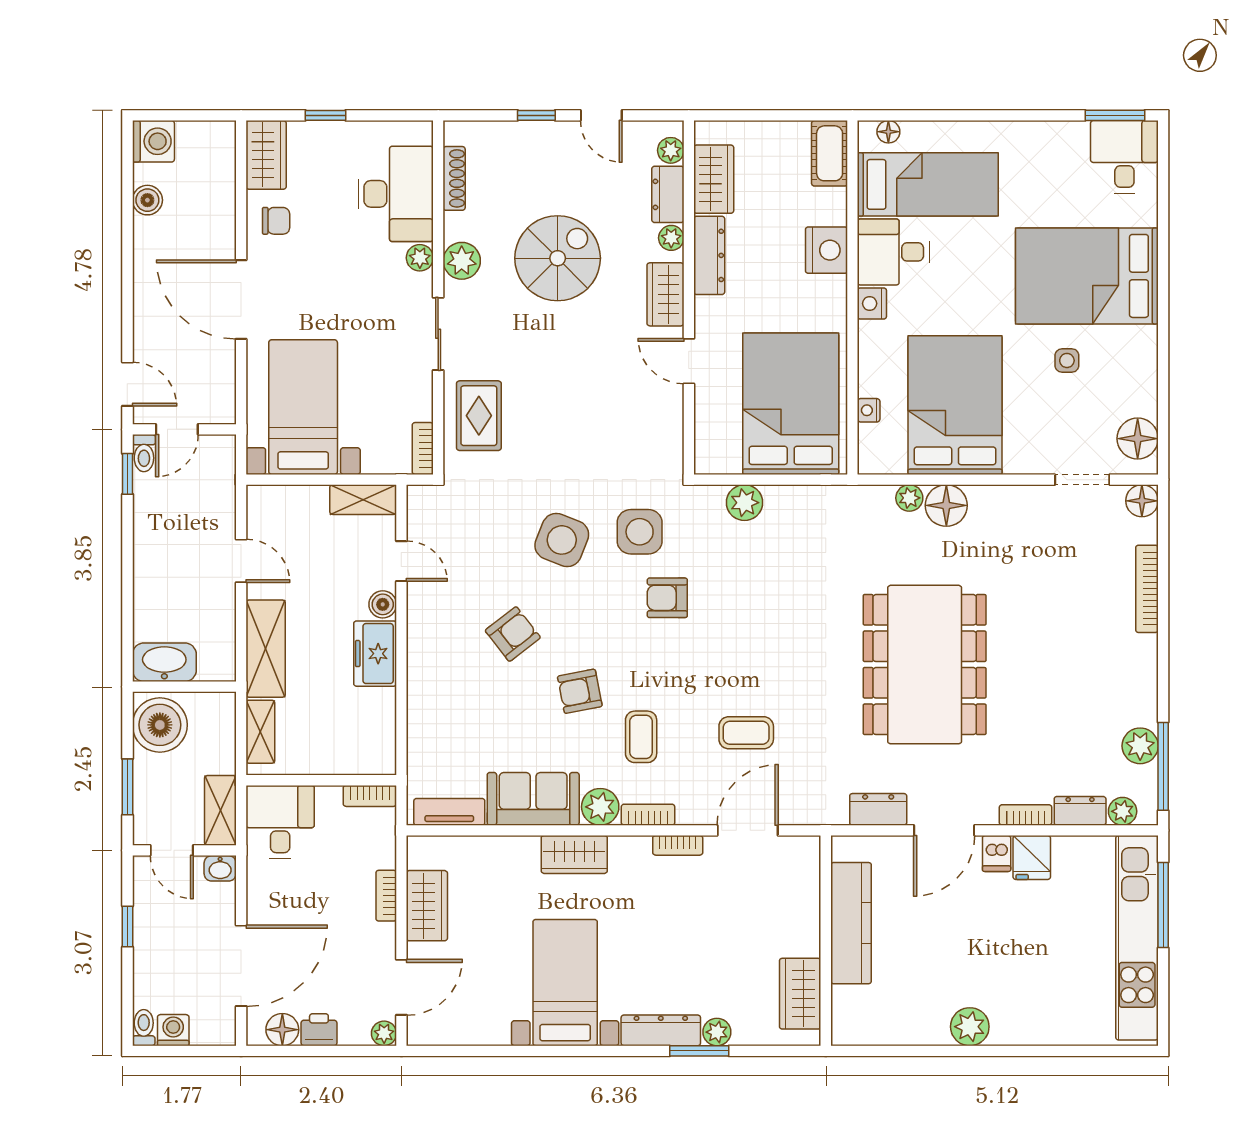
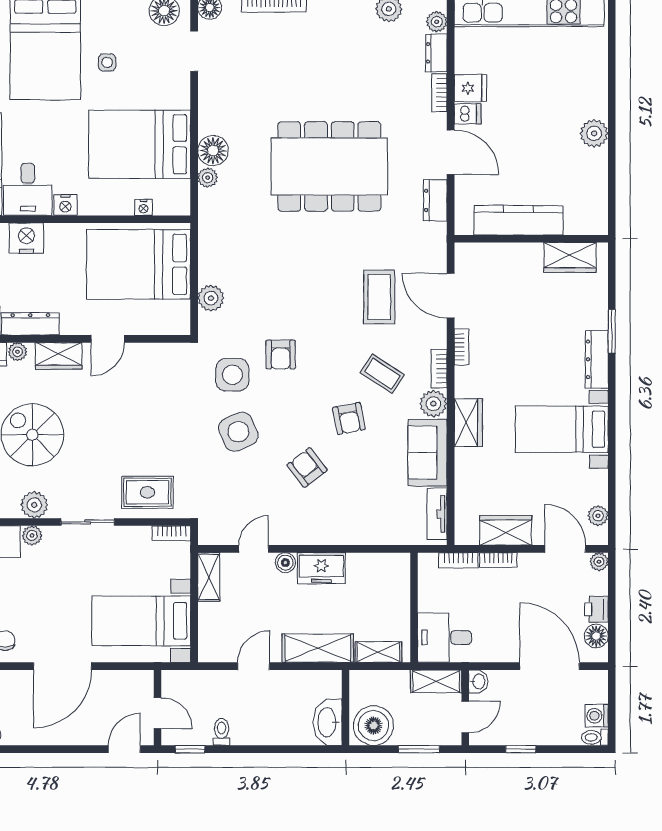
toilet: (144, 453) -> (222, 732), moved, turned -90
side table: (562, 540) -> (238, 432), turned 45
coffee table: (746, 733) -> (379, 297), width x1.36, depth x1.30
coffee table: (641, 737) -> (382, 374), turned 33
bookcase: (370, 796) -> (458, 560), moved, turned 90
plant: (717, 1032) -> (598, 516), moved

